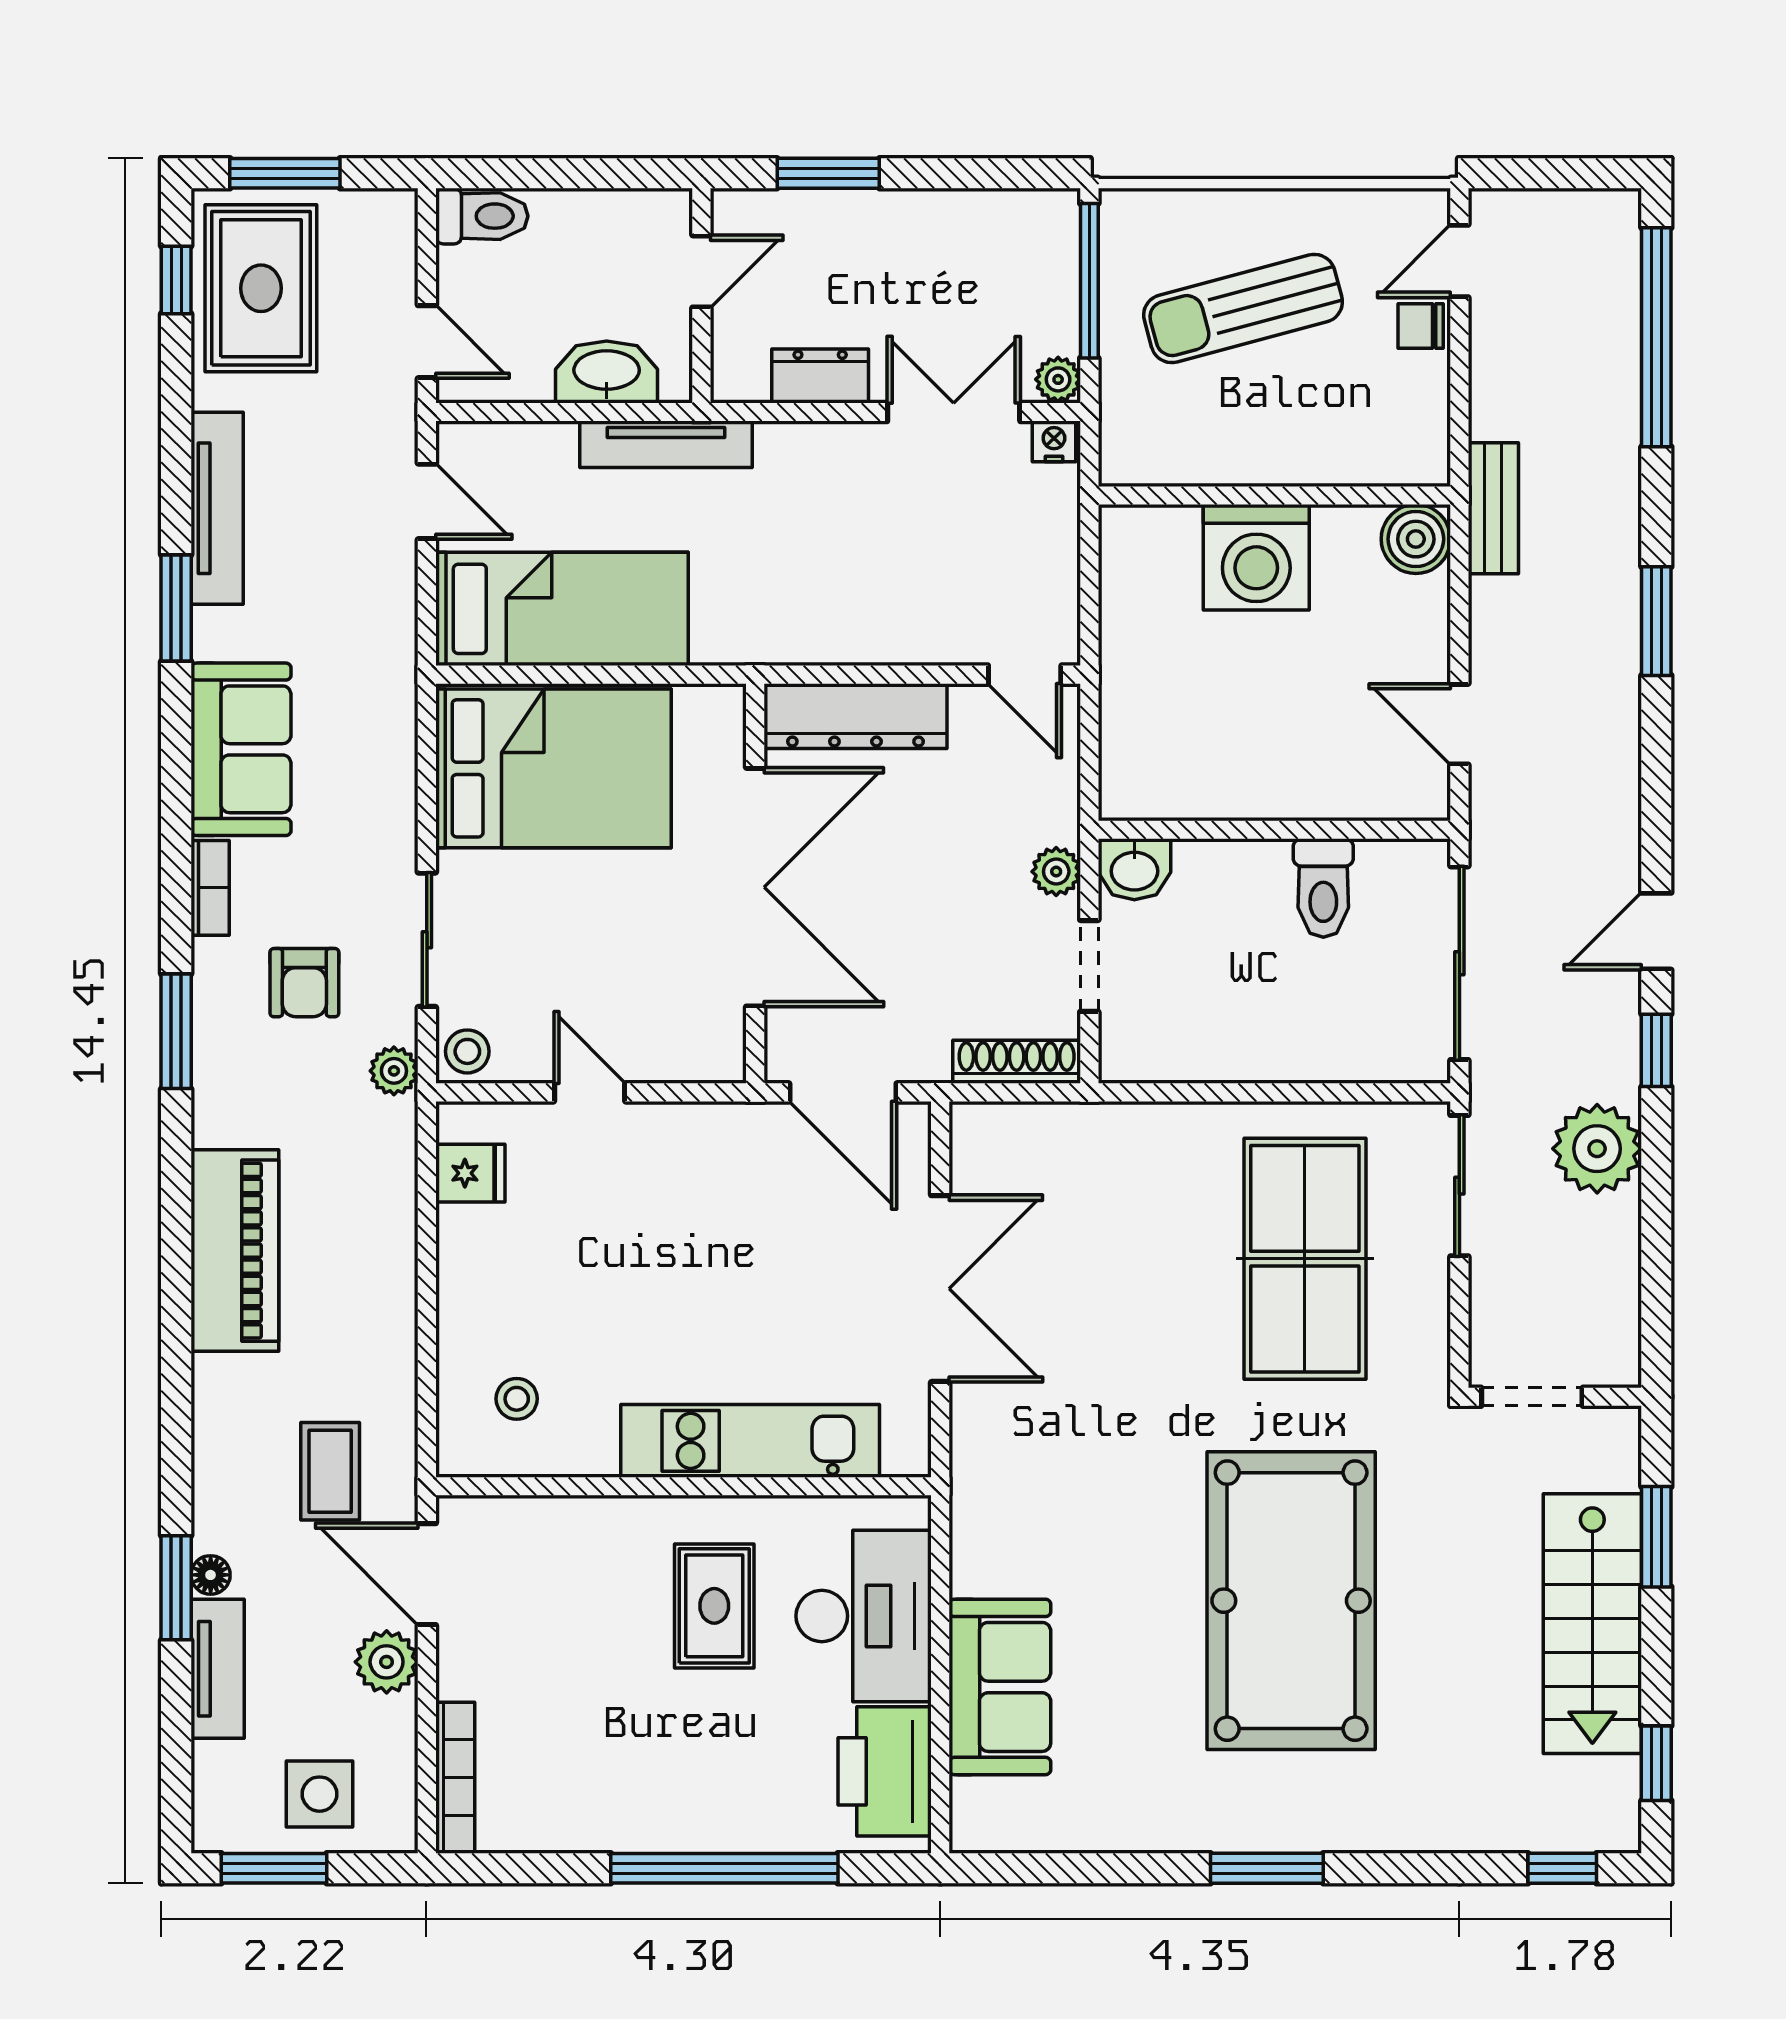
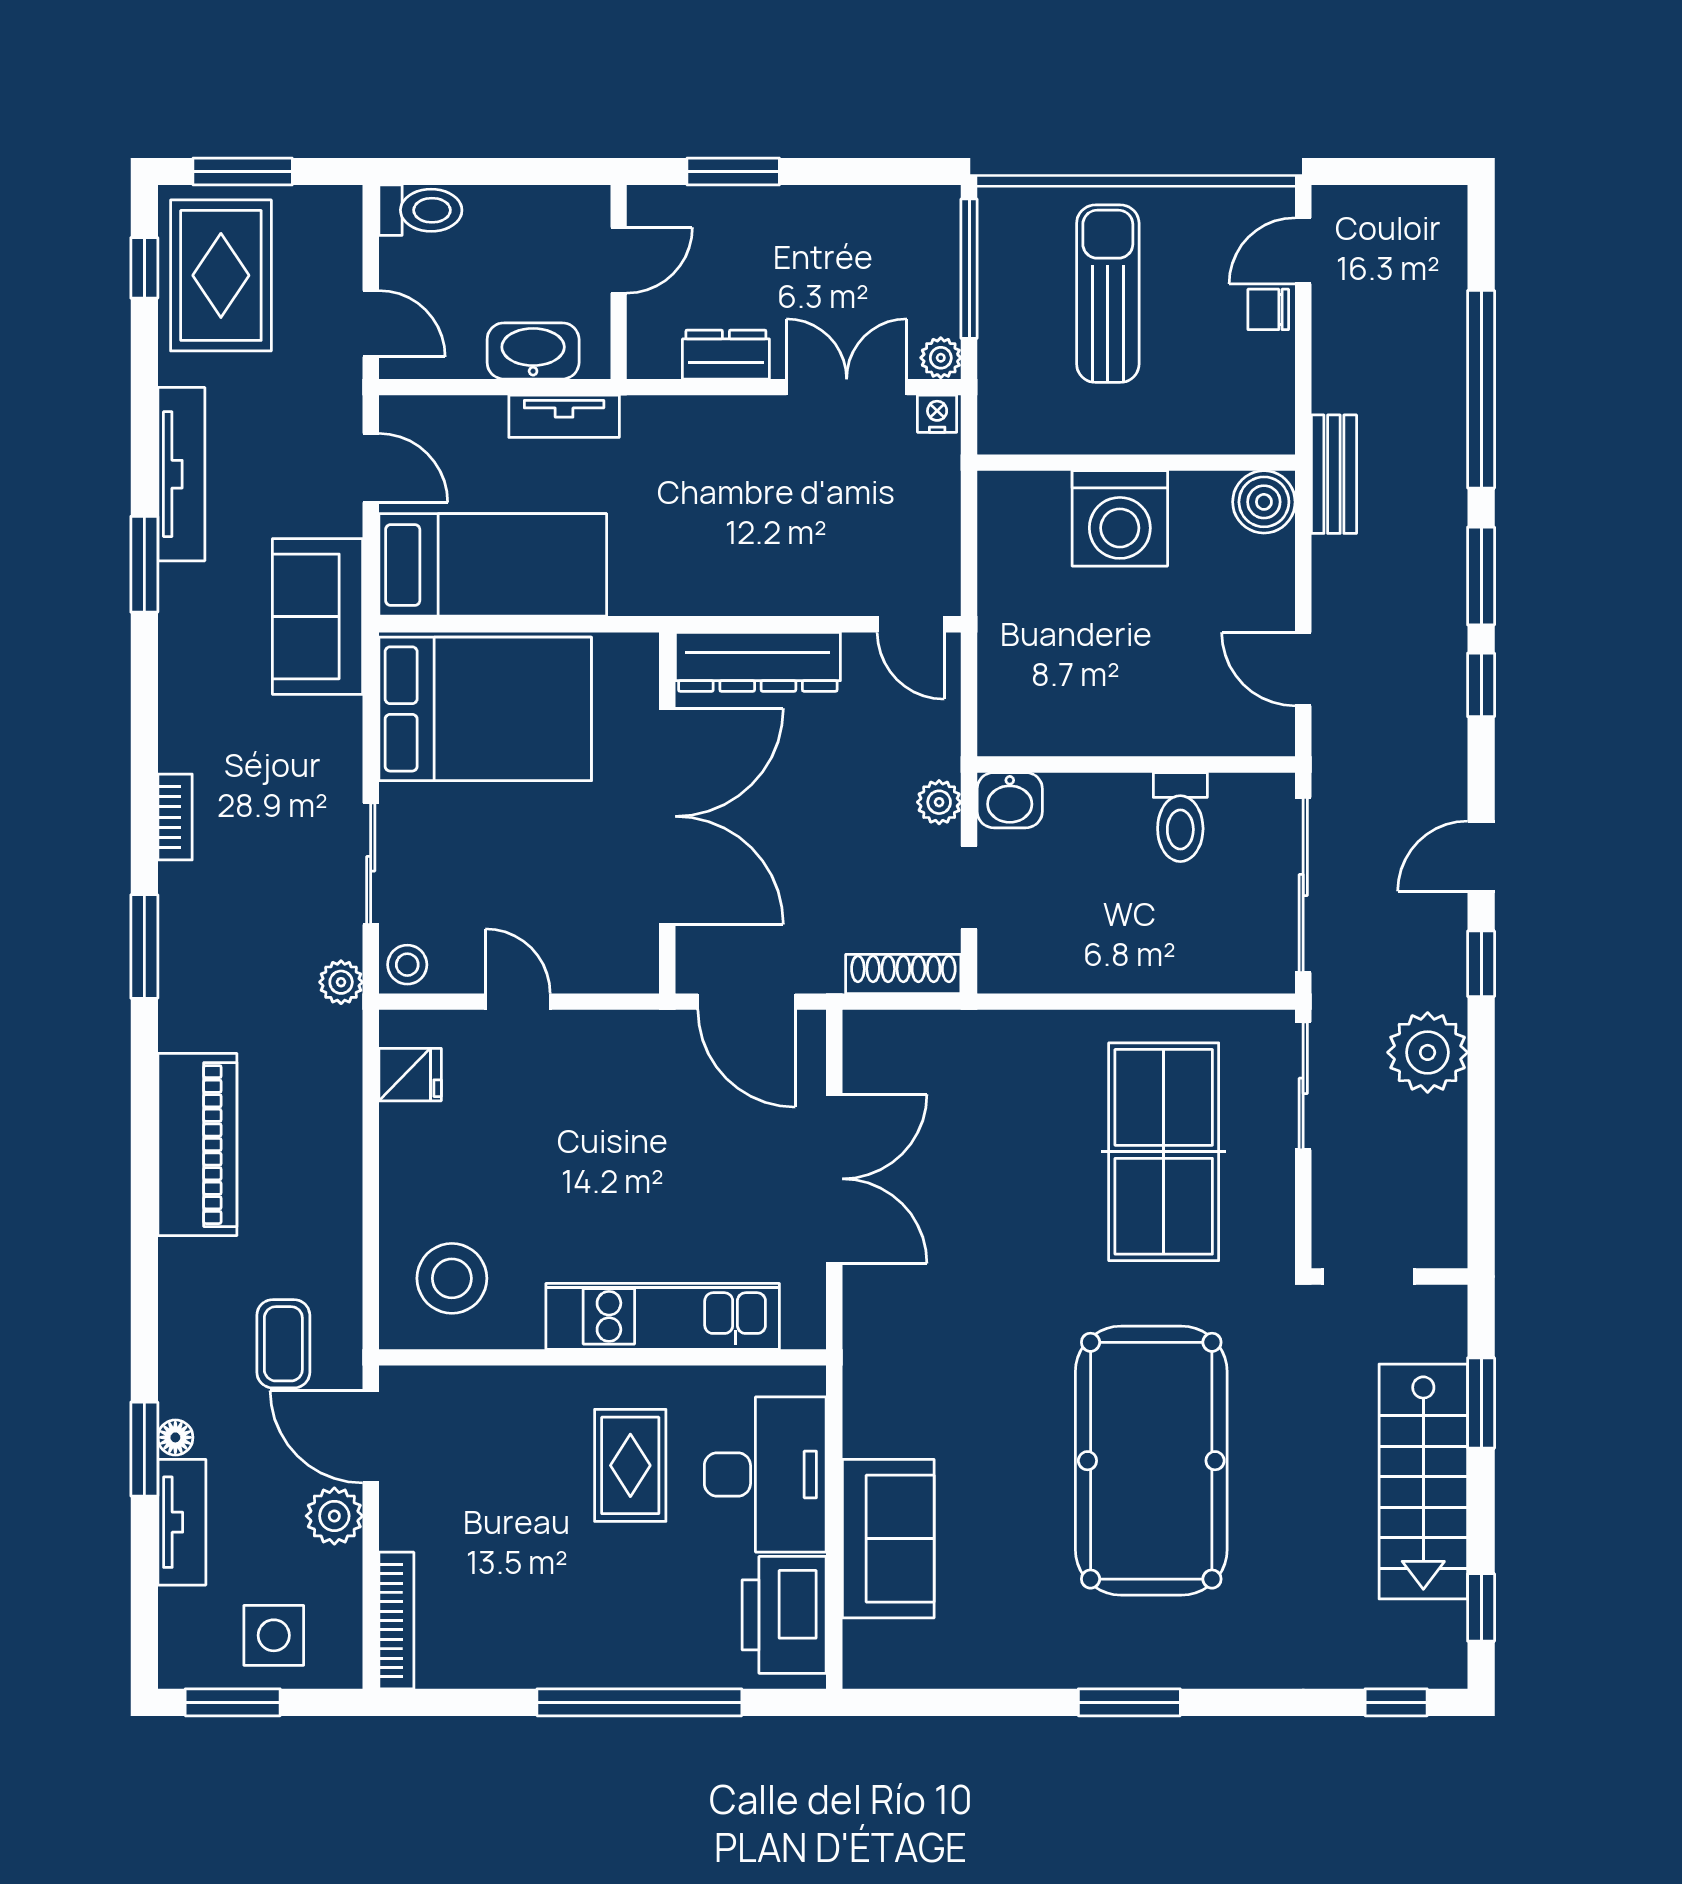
sun lounger: (1243, 308) -> (1108, 294), turned 105
window: (1656, 337) -> (1481, 389), moved
tv unit: (666, 444) -> (564, 416), width x0.71
window: (1656, 742) -> (1481, 685), added
sofa: (241, 749) -> (318, 616), moved, turned 180
armchair: (304, 983) -> (260, 903), removed
stool: (517, 1399) -> (452, 1278), width x1.89, depth x1.89

